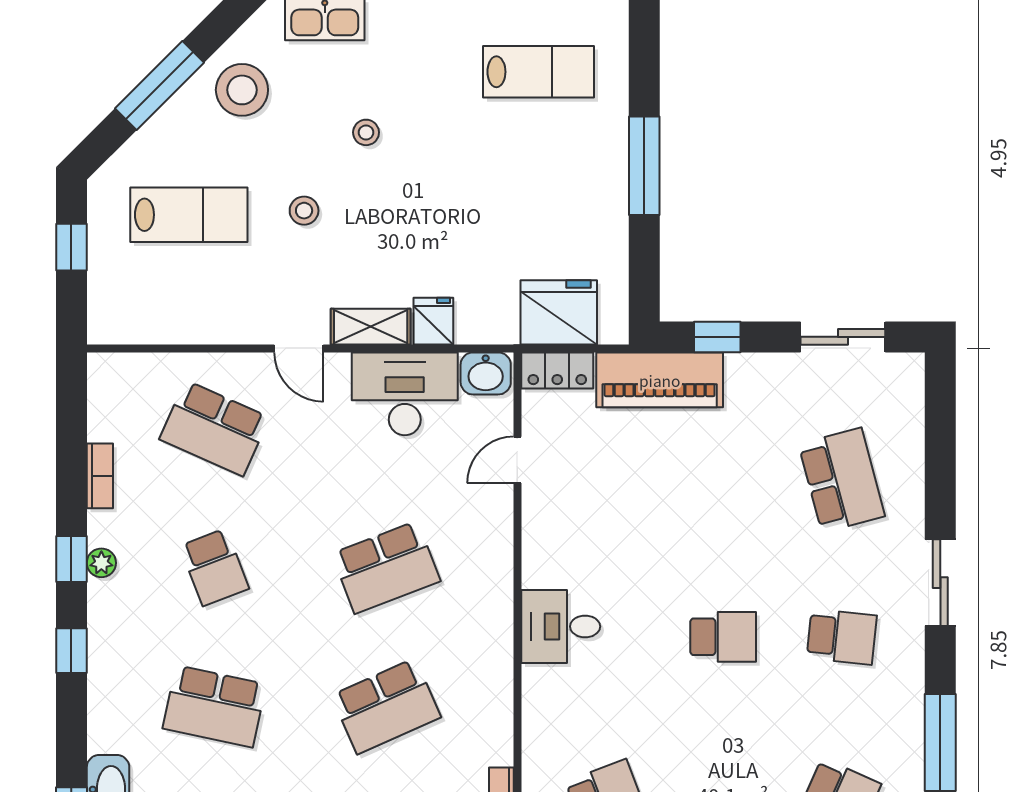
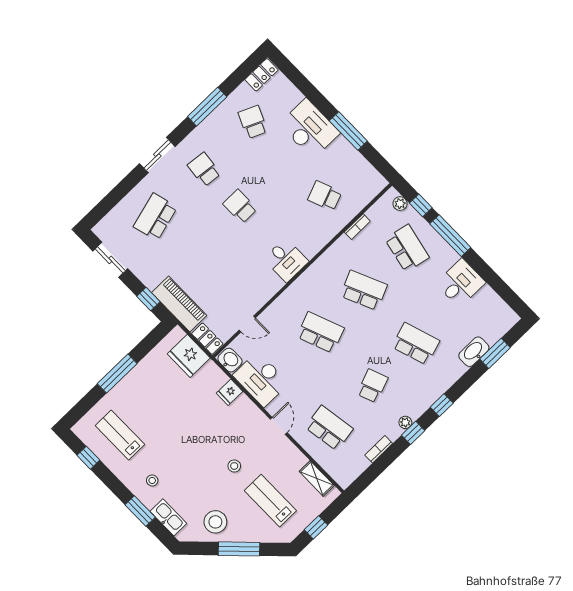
stool: (366, 132) -> (152, 480), moved
shelving: (371, 327) -> (317, 478), moved
school desk: (214, 428) -> (329, 428), turned -33
school desk: (214, 706) -> (416, 344), turned -30

